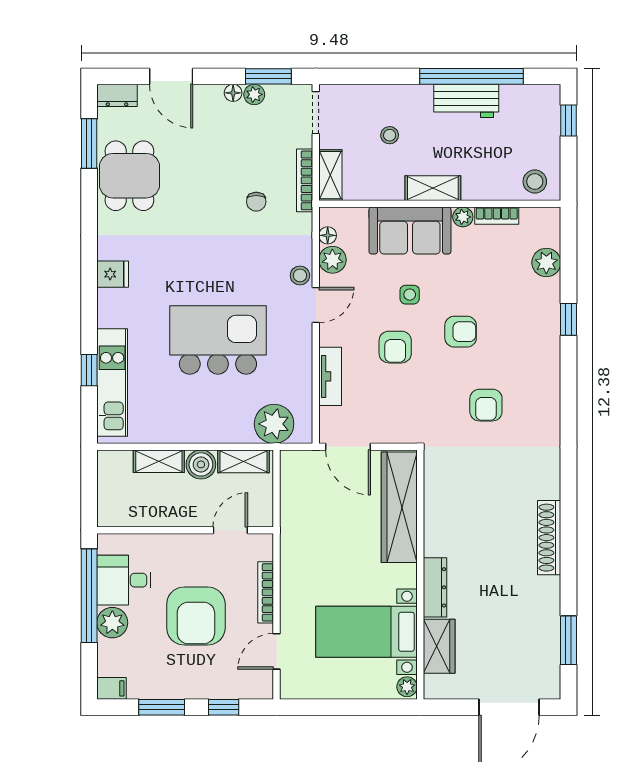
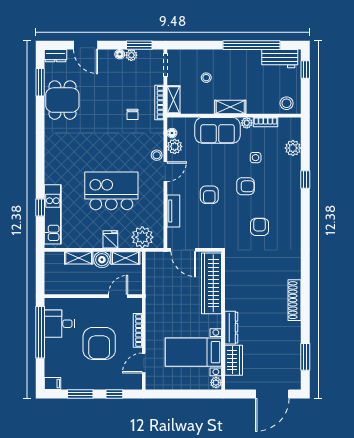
workbench: (466, 101) -> (280, 59), moved
fridge: (113, 274) -> (110, 239), moved, turned -90
side table: (410, 295) -> (256, 158), moved
armchair: (486, 405) -> (260, 227), turned 180
plant: (112, 623) -> (53, 347), removed

